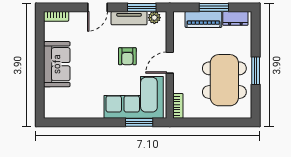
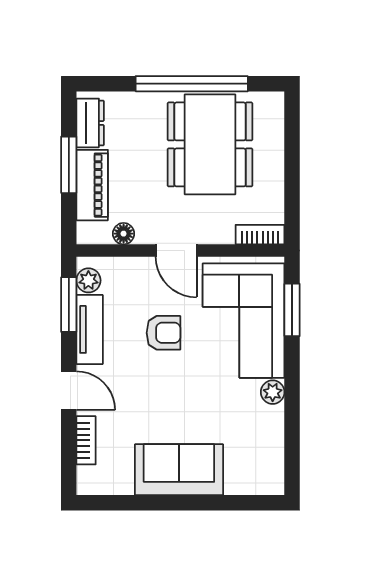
bookcase: (56, 16) -> (86, 440), moved
floor lamp: (178, 36) -> (124, 234), added
window: (256, 71) -> (192, 84), width x2.11
dining table: (224, 80) -> (210, 144), turned 90
plant: (97, 112) -> (273, 392), added

